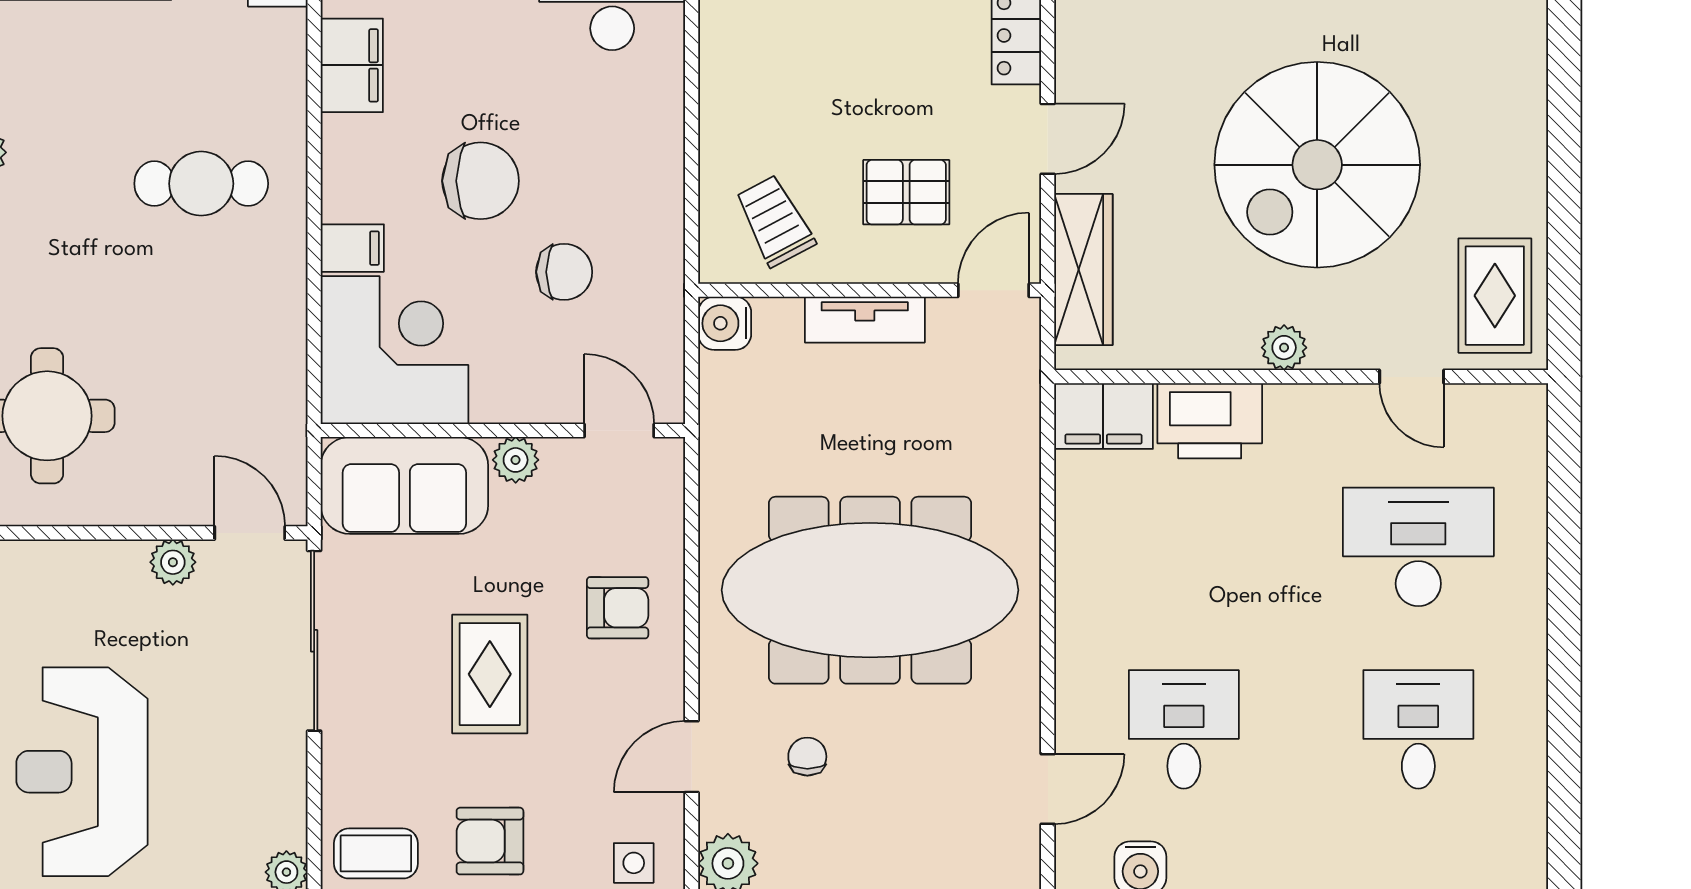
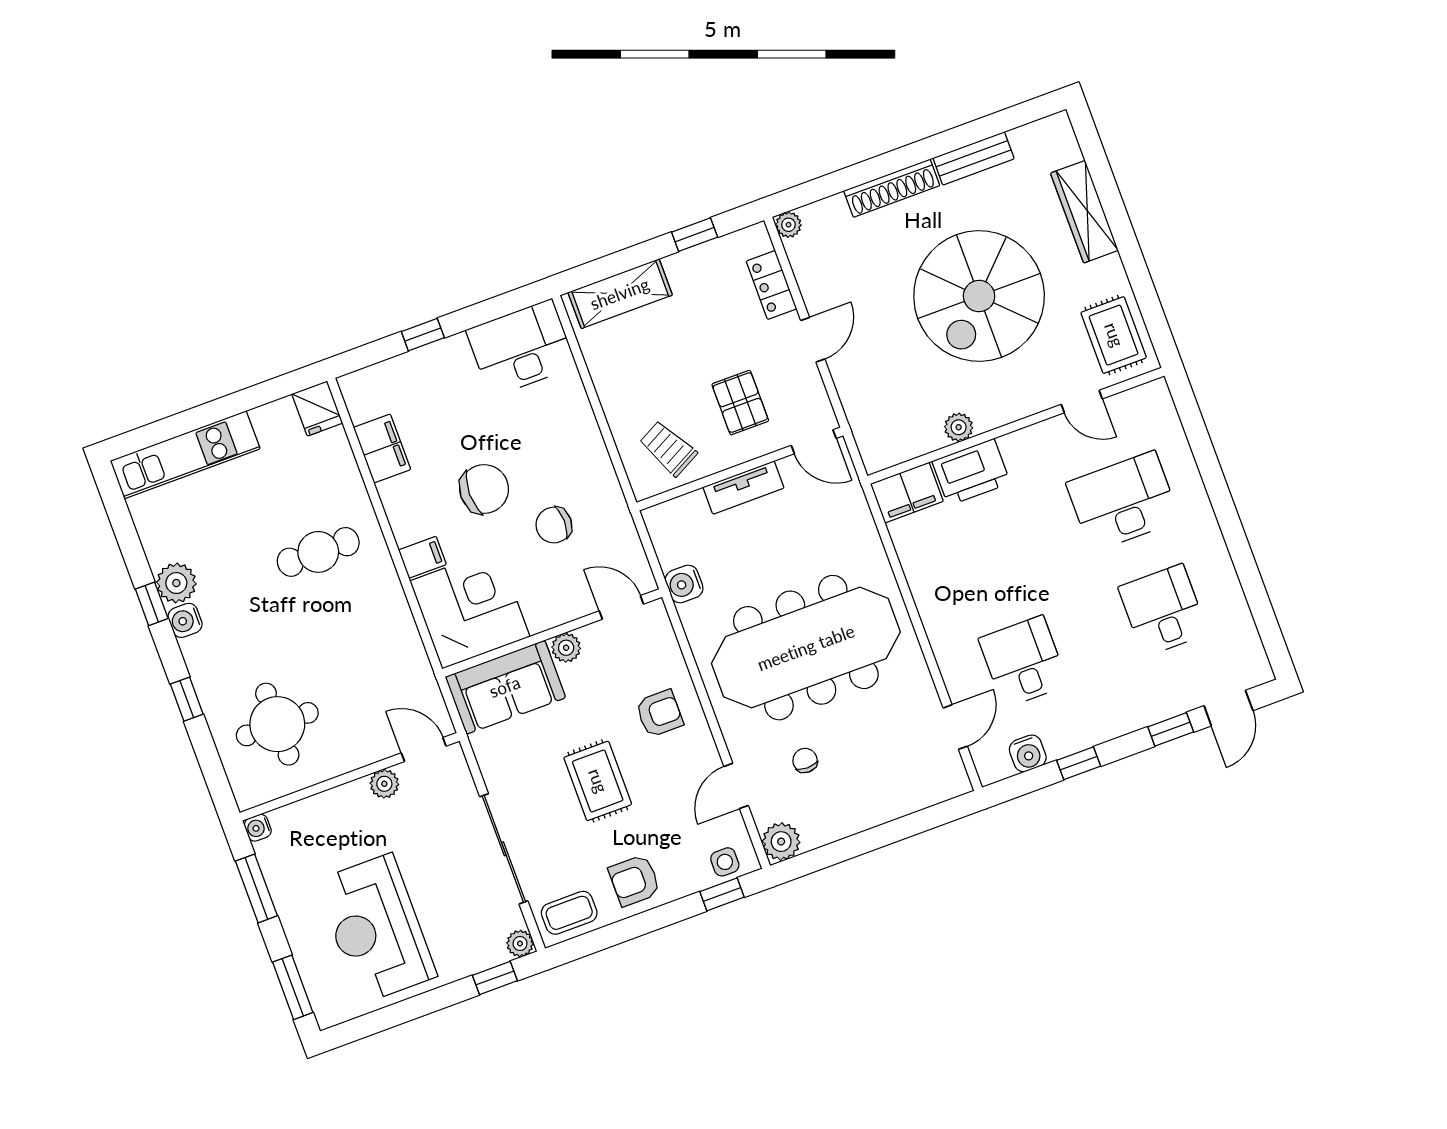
pallet: (906, 192) -> (740, 403), turned 90
wardrobe: (1083, 270) -> (1084, 212), moved, turned 180
chair: (564, 272) -> (554, 525), turned 180
door: (993, 290) -> (814, 442), swing flipped
water cooler: (725, 323) -> (684, 584), moved
plant: (1284, 348) -> (959, 427), moved
sliding door: (314, 641) -> (504, 849), moved

